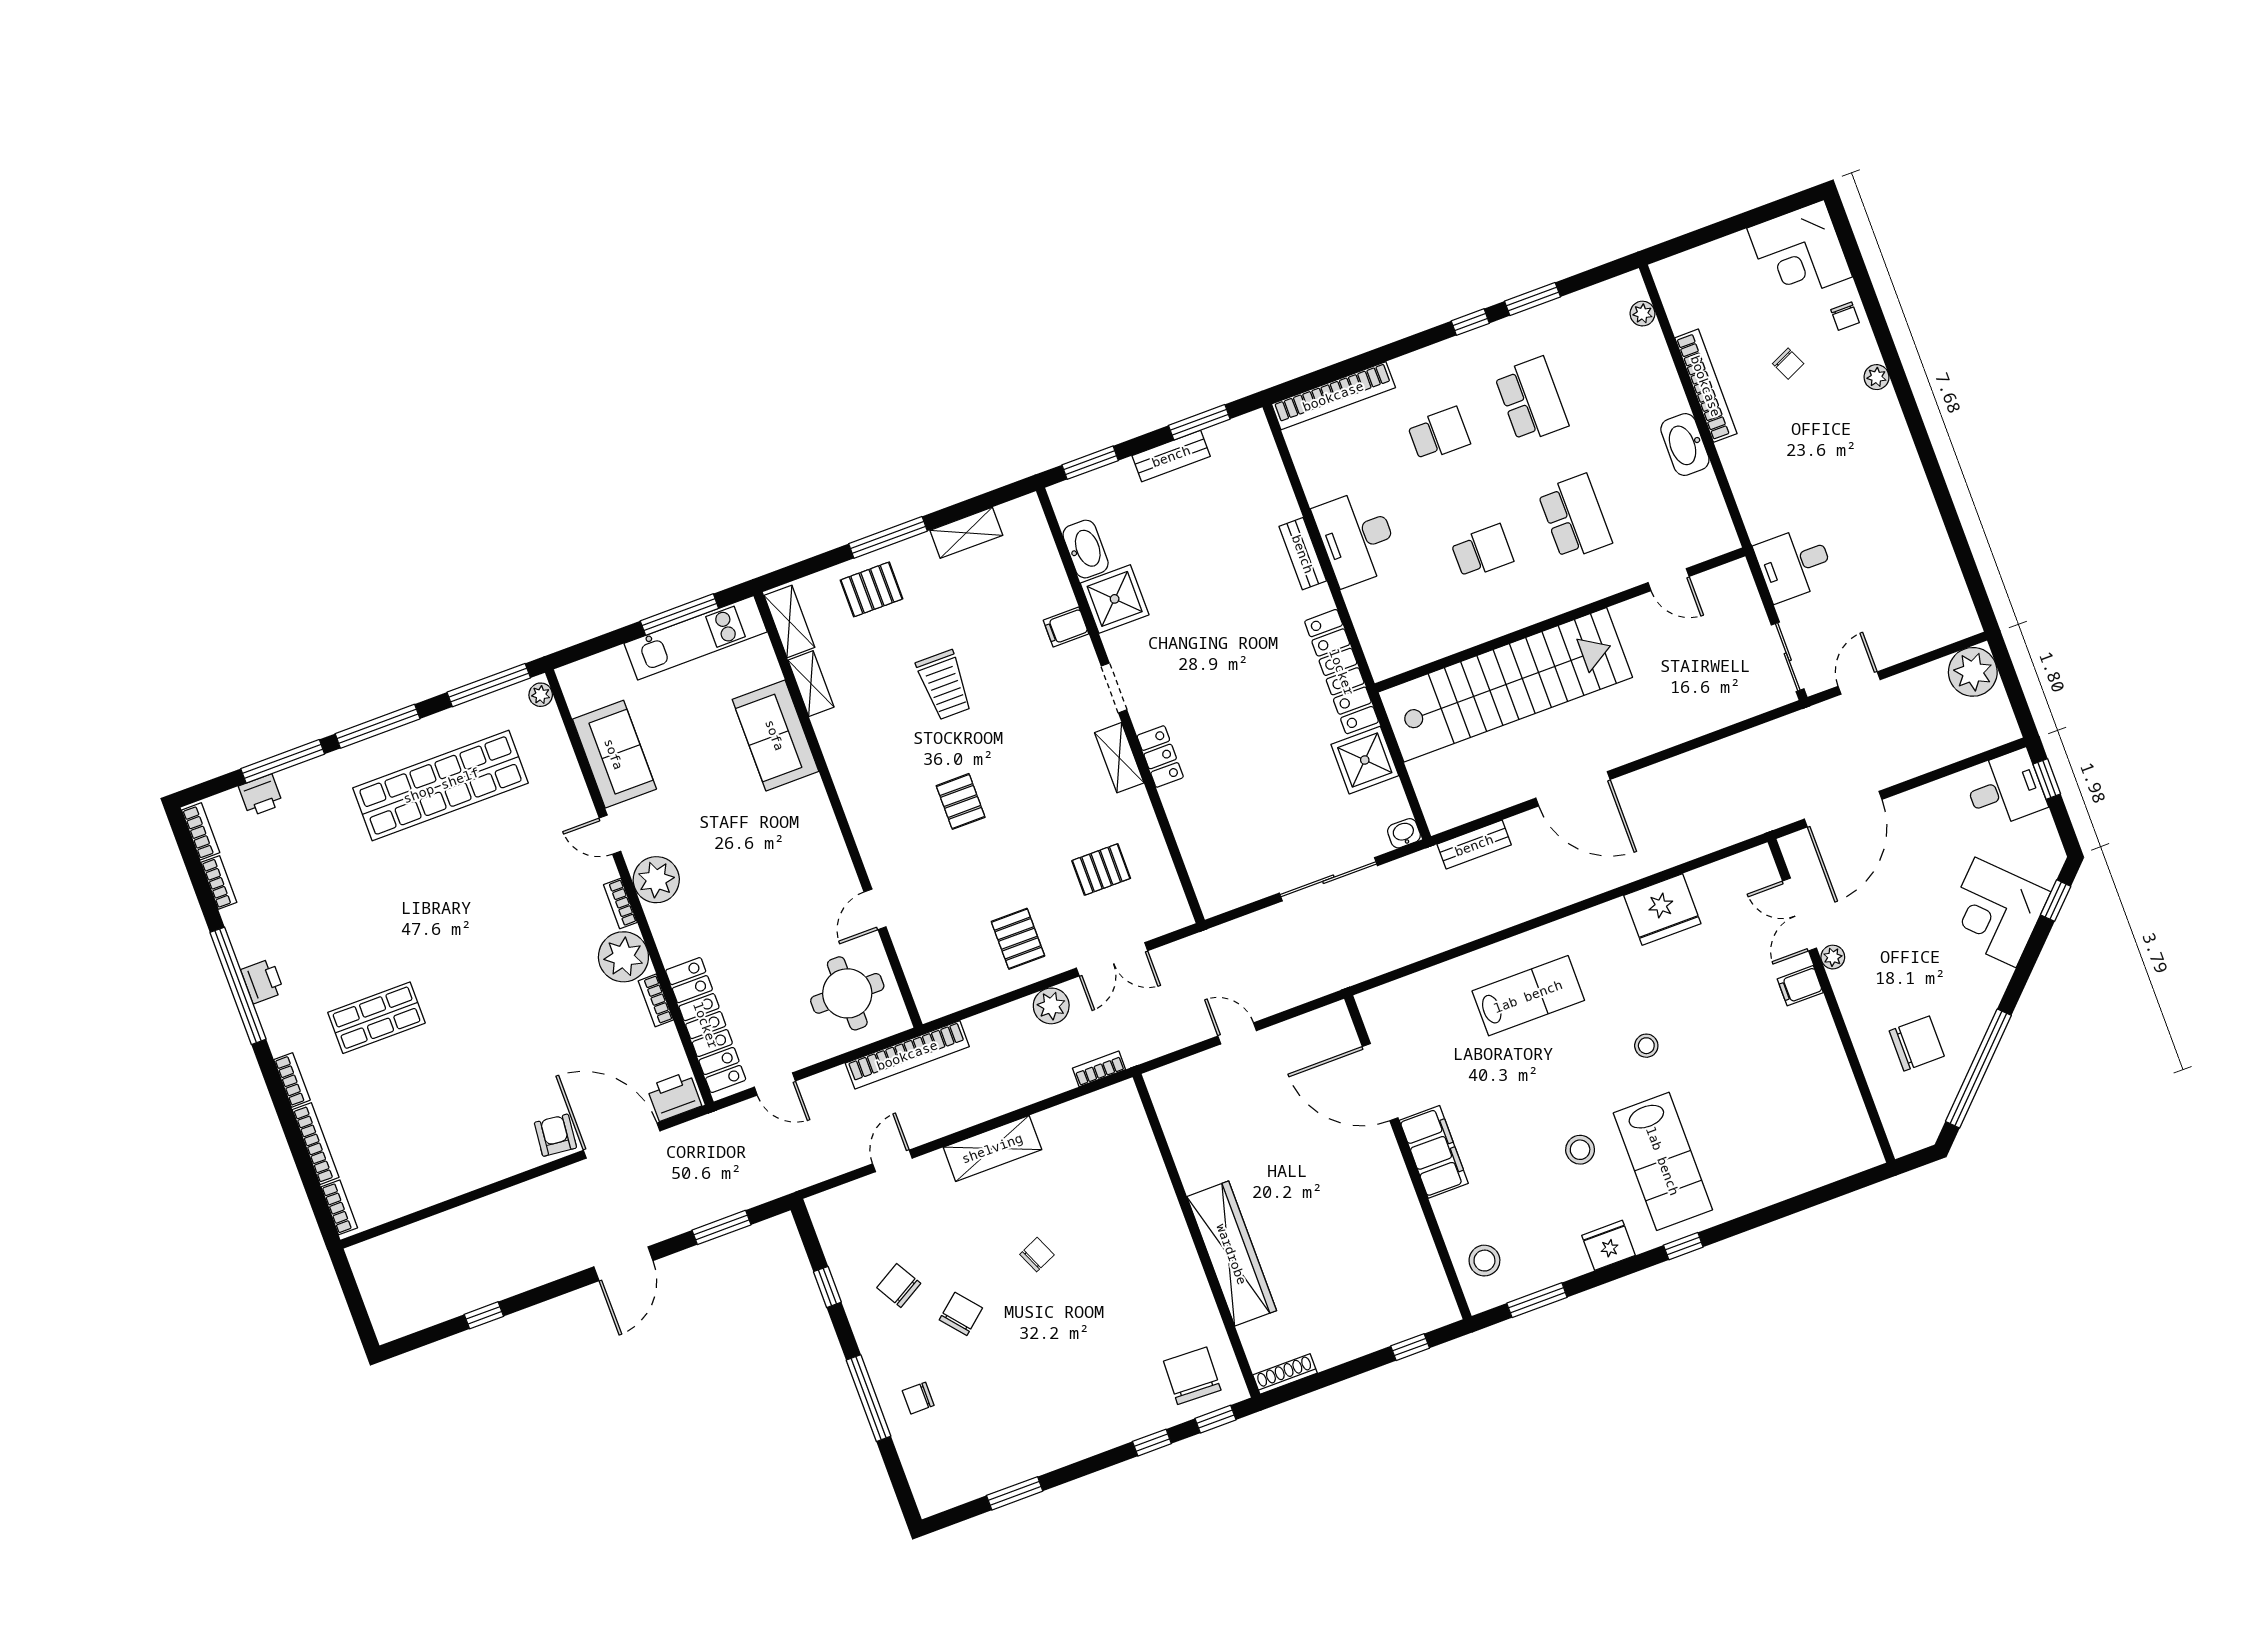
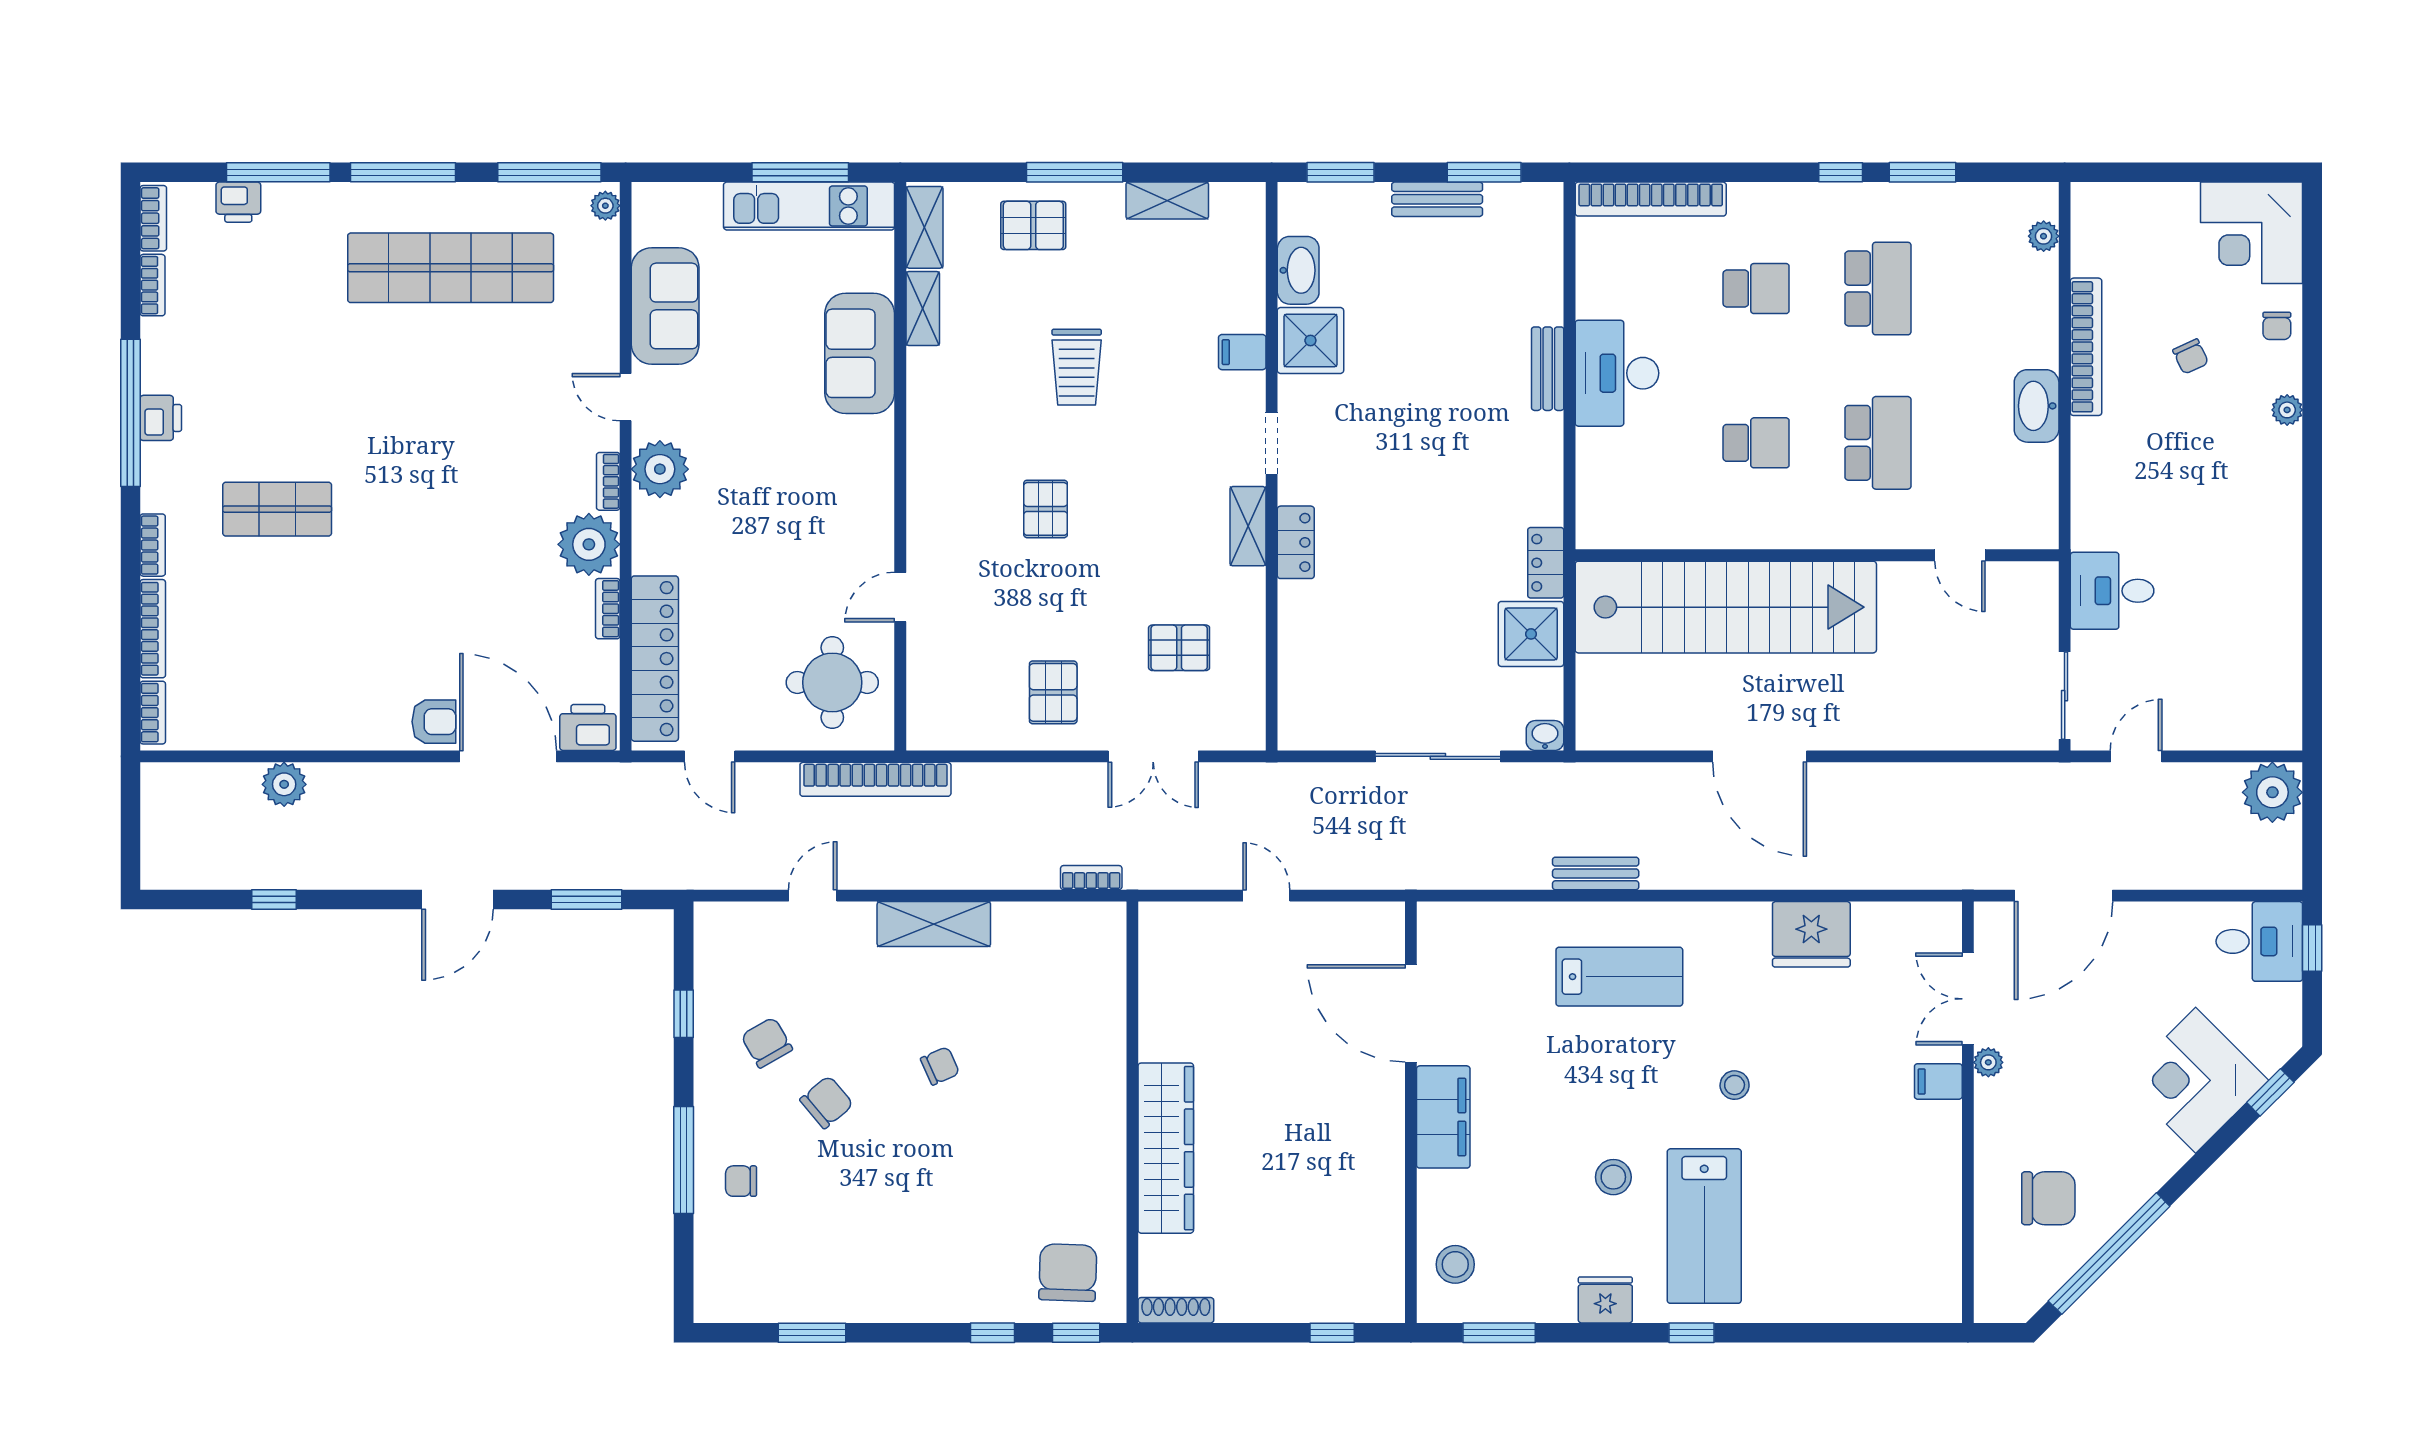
locker: (1342, 672) -> (1546, 563), width x0.46, depth x0.83
bench: (1474, 845) -> (1596, 873), moved
plant: (1051, 1006) -> (284, 784), moved
armchair: (555, 1135) -> (434, 722), turned 84

